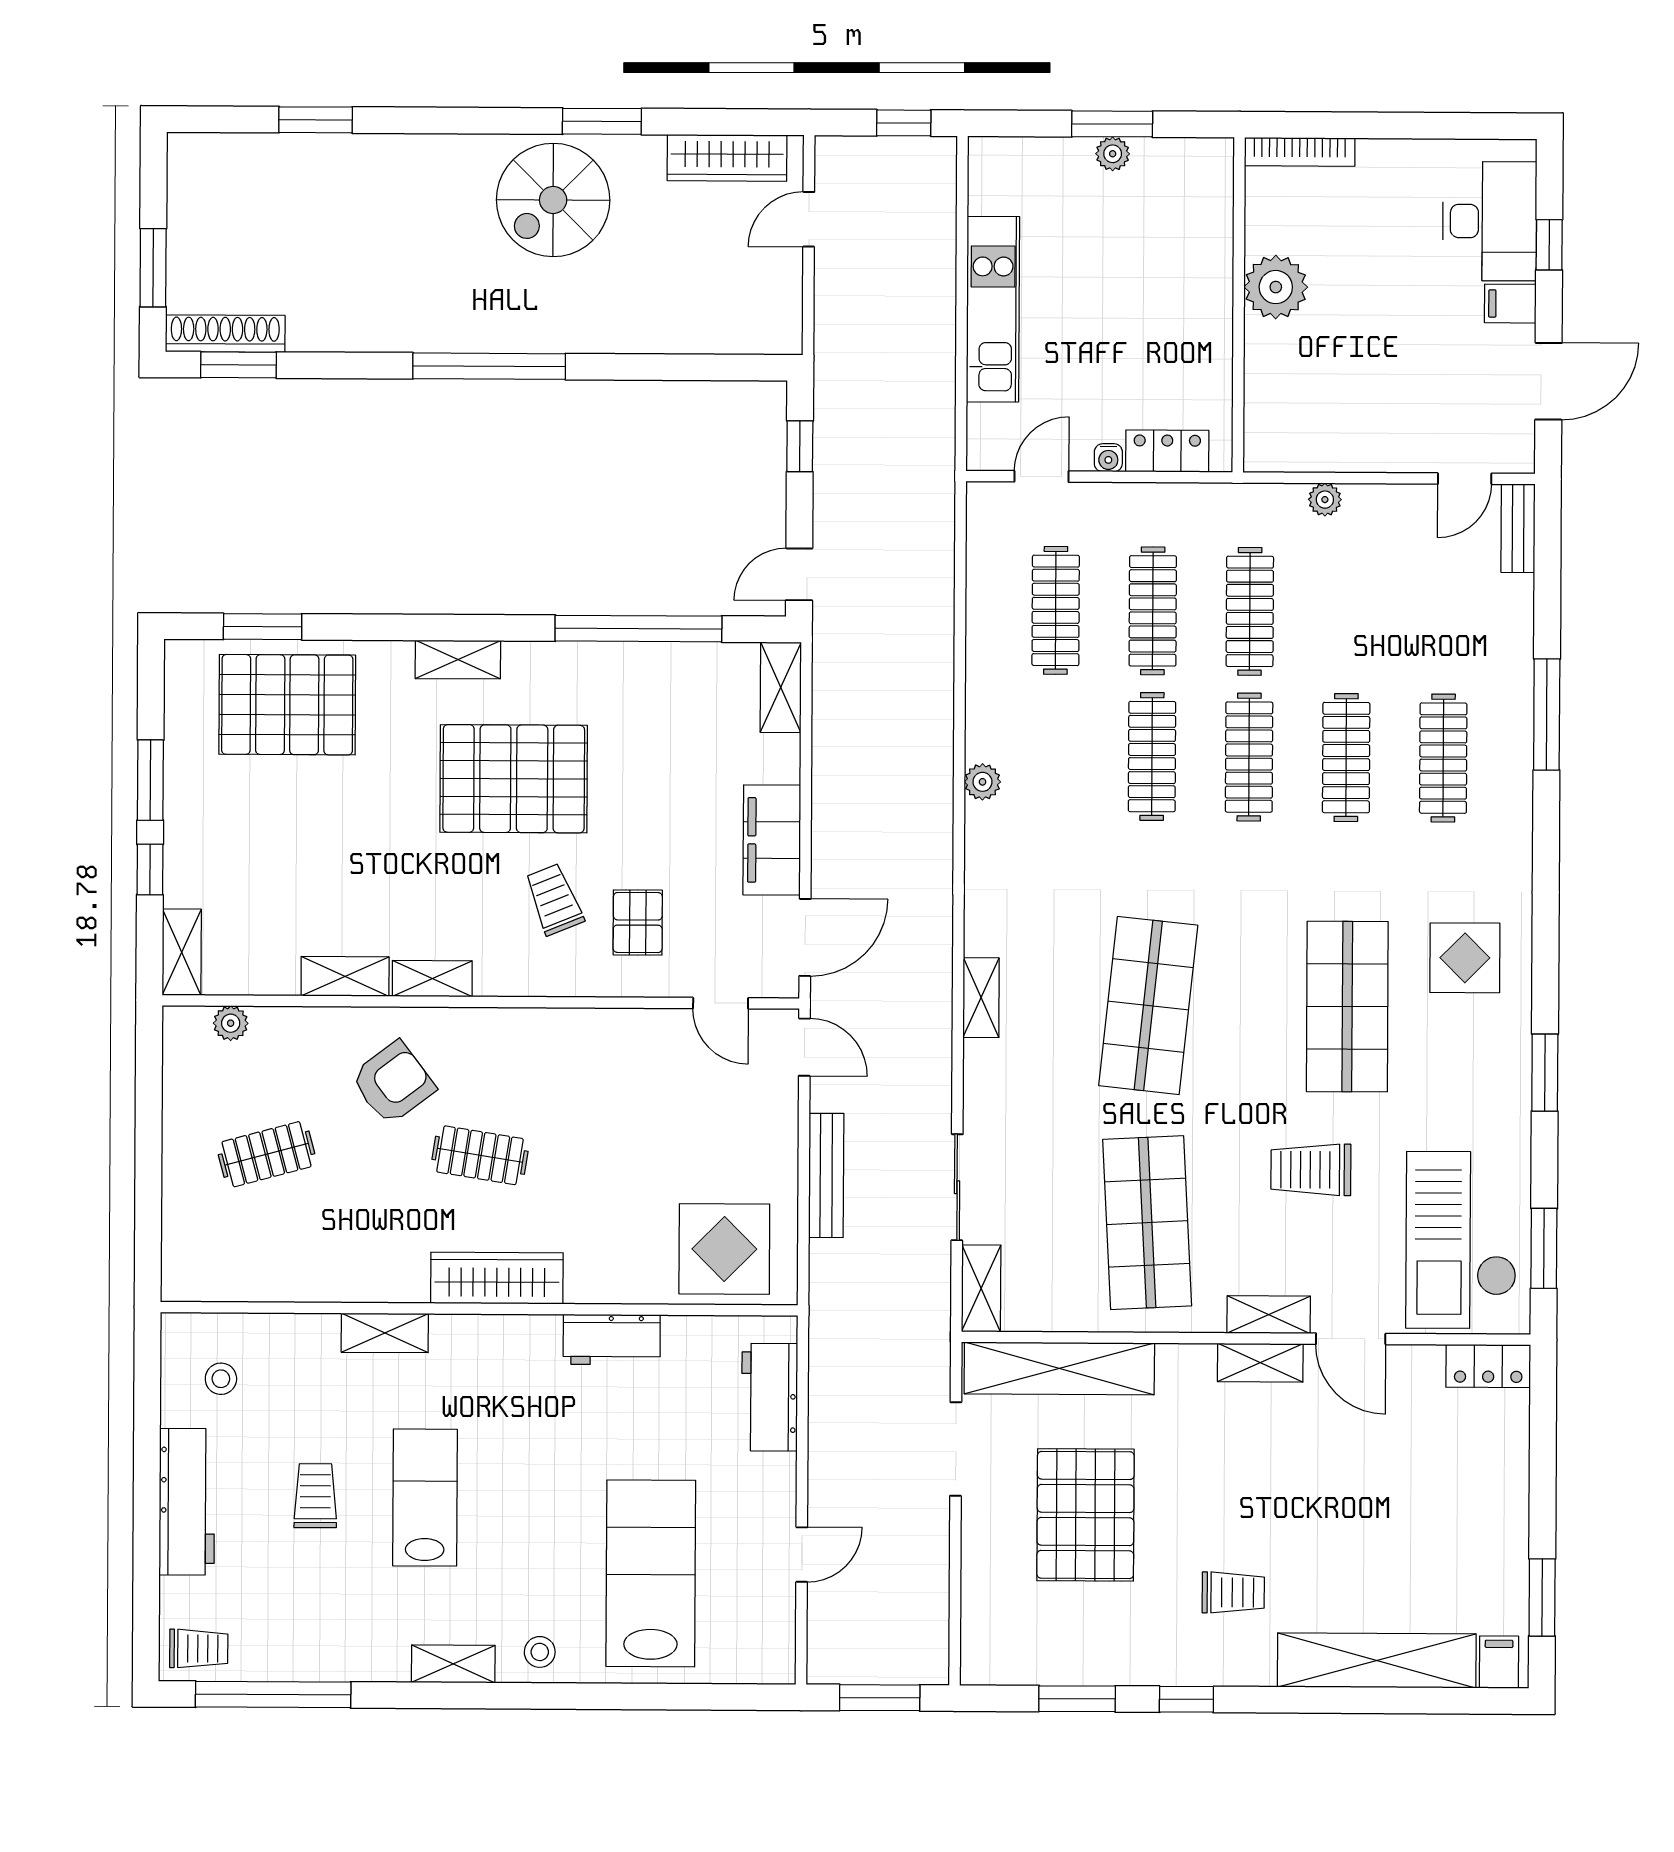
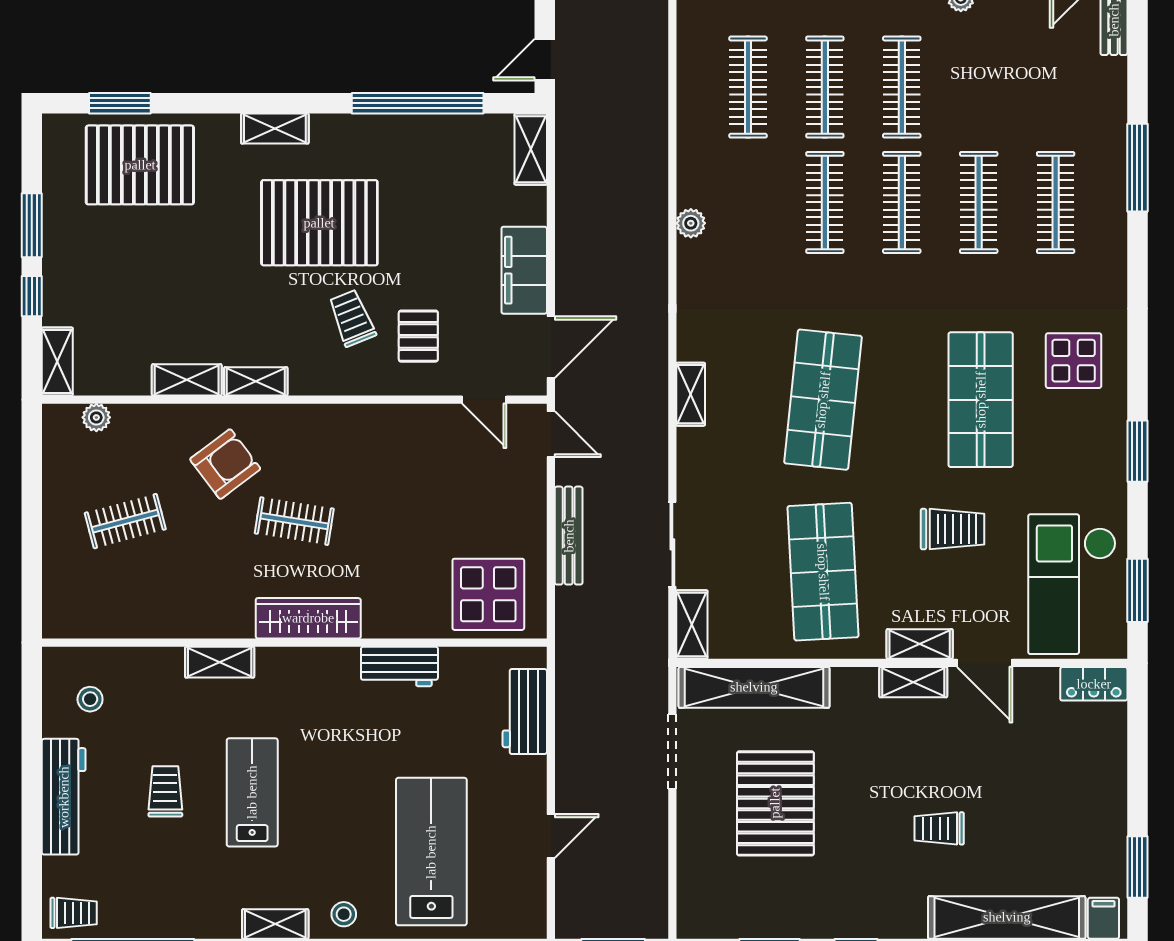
trolley: (1311, 1170) -> (953, 529), turned 180
trolley: (1233, 1592) -> (939, 828), moved, turned 180

